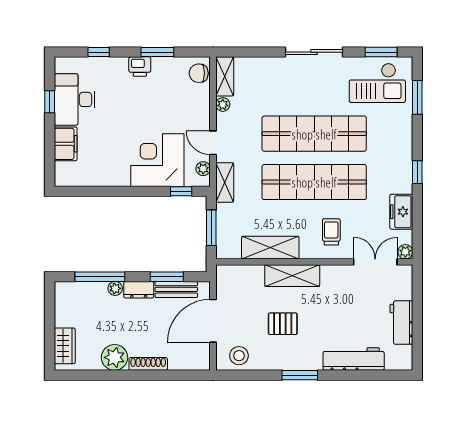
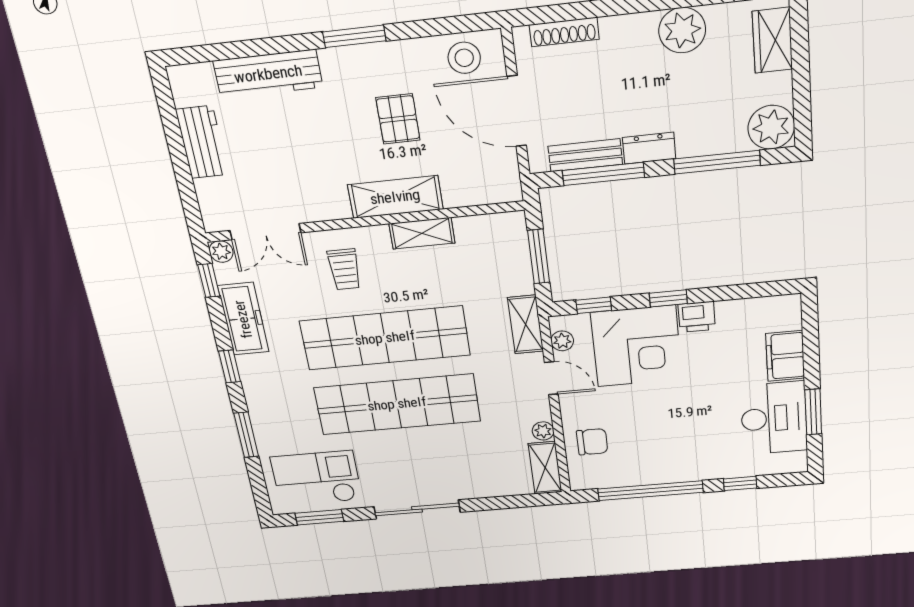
window: (157, 52) -> (650, 491), width x2.11
printer: (140, 67) -> (697, 317), moved, turned 180
chair: (199, 73) -> (592, 442), moved
window: (417, 97) -> (246, 435), moved
window: (50, 102) -> (813, 412), width x1.50
window: (135, 191) -> (668, 298), added
freezer: (401, 212) -> (243, 319), width x1.40
window: (417, 233) -> (209, 280), added
shelving: (270, 248) -> (422, 233), width x0.67, depth x0.75
window: (167, 277) -> (603, 174), width x1.44
plant: (115, 288) -> (771, 127), moved, width x1.87, depth x1.87
door: (213, 321) -> (517, 111), swing flipped
pallet: (283, 324) -> (398, 119), turned 90
shoe rack: (148, 364) -> (564, 32), moved

